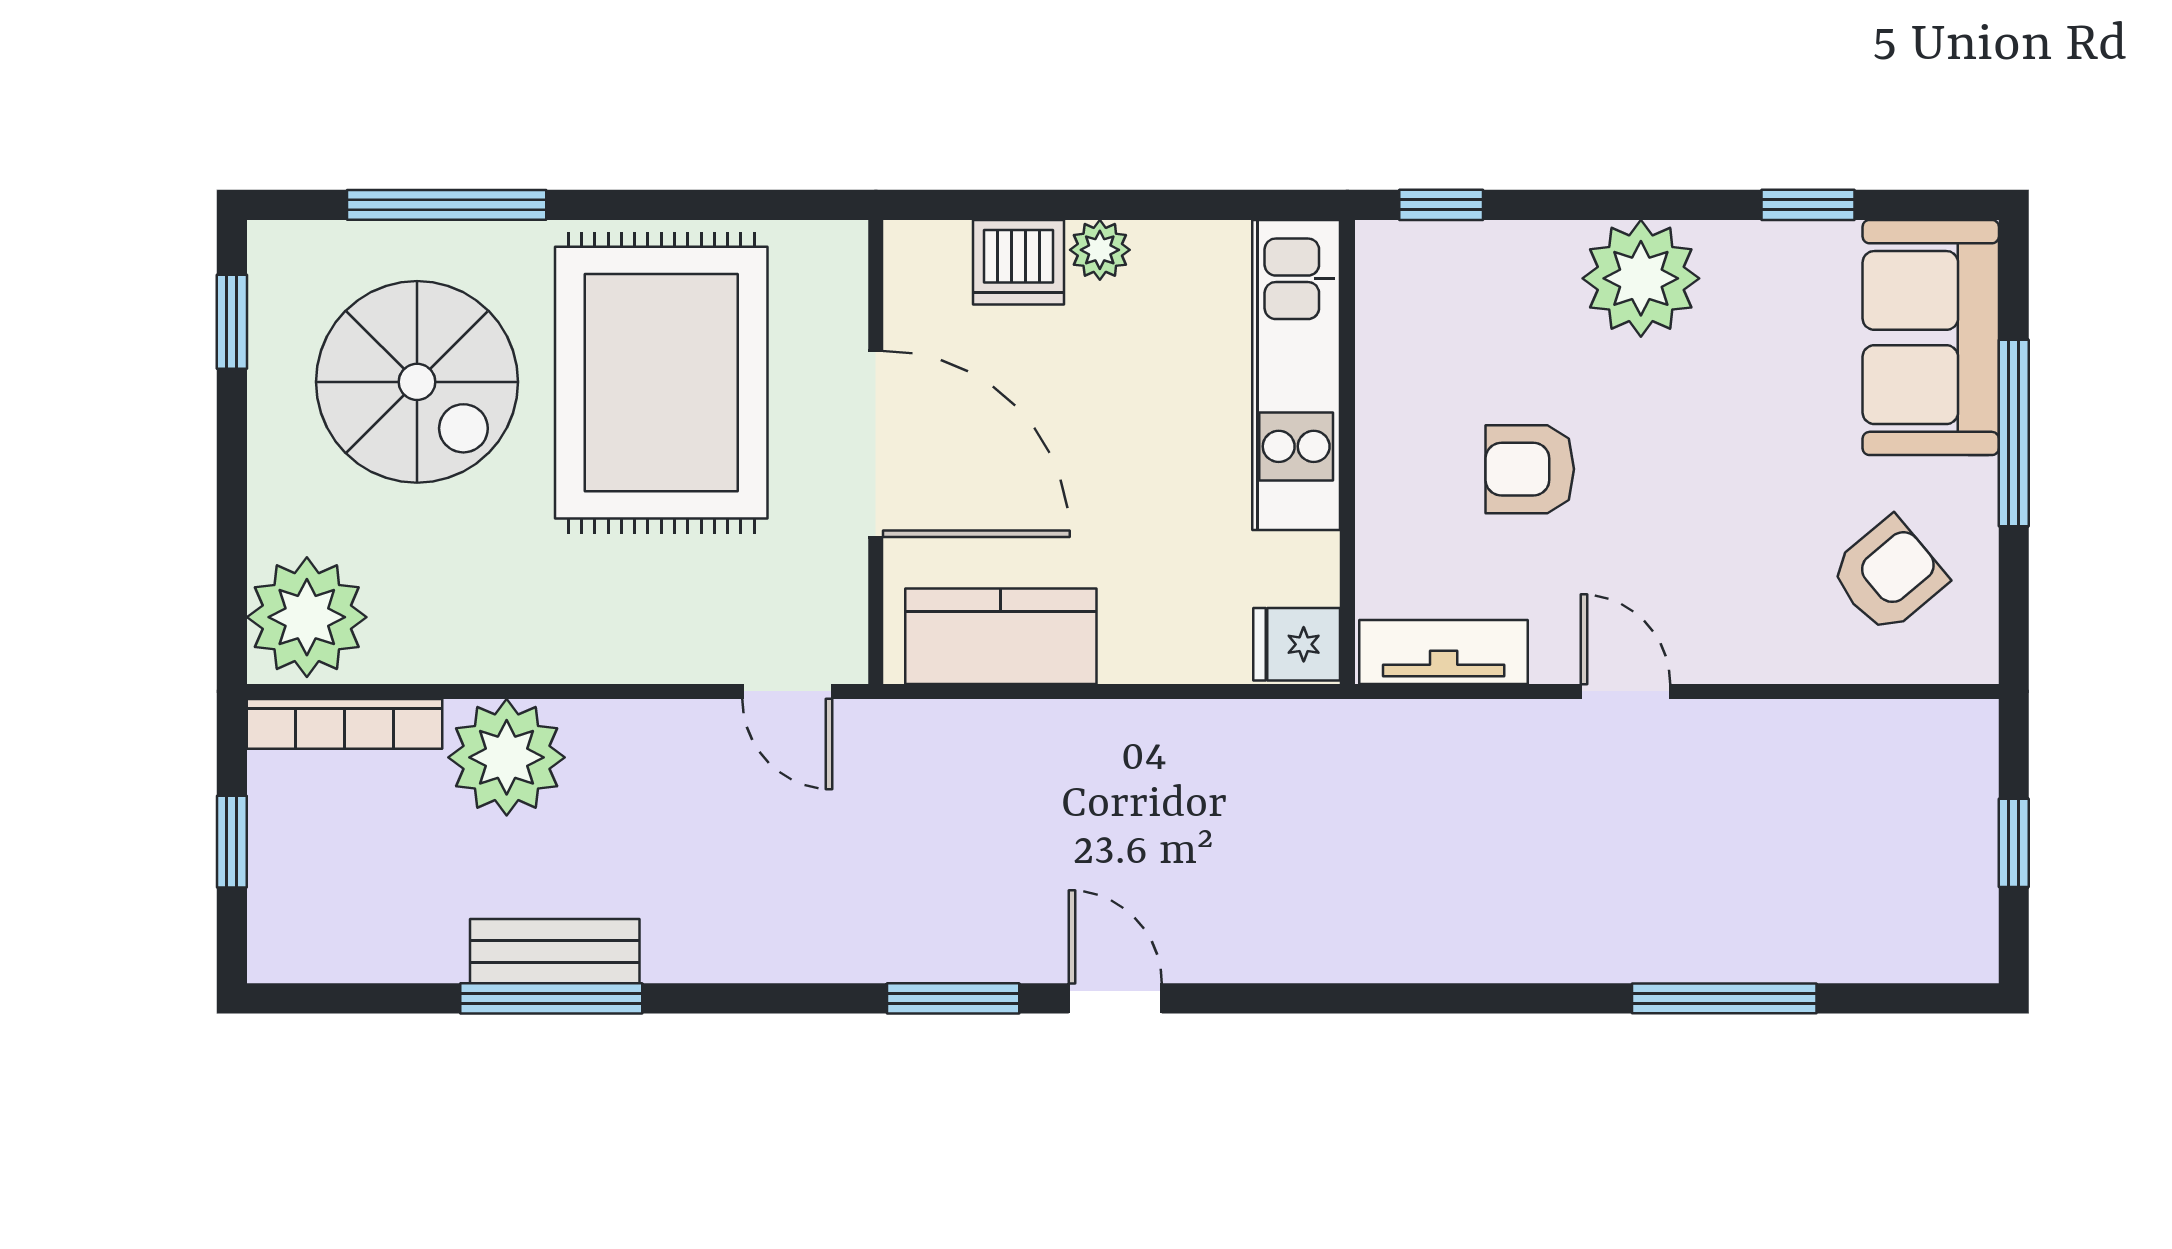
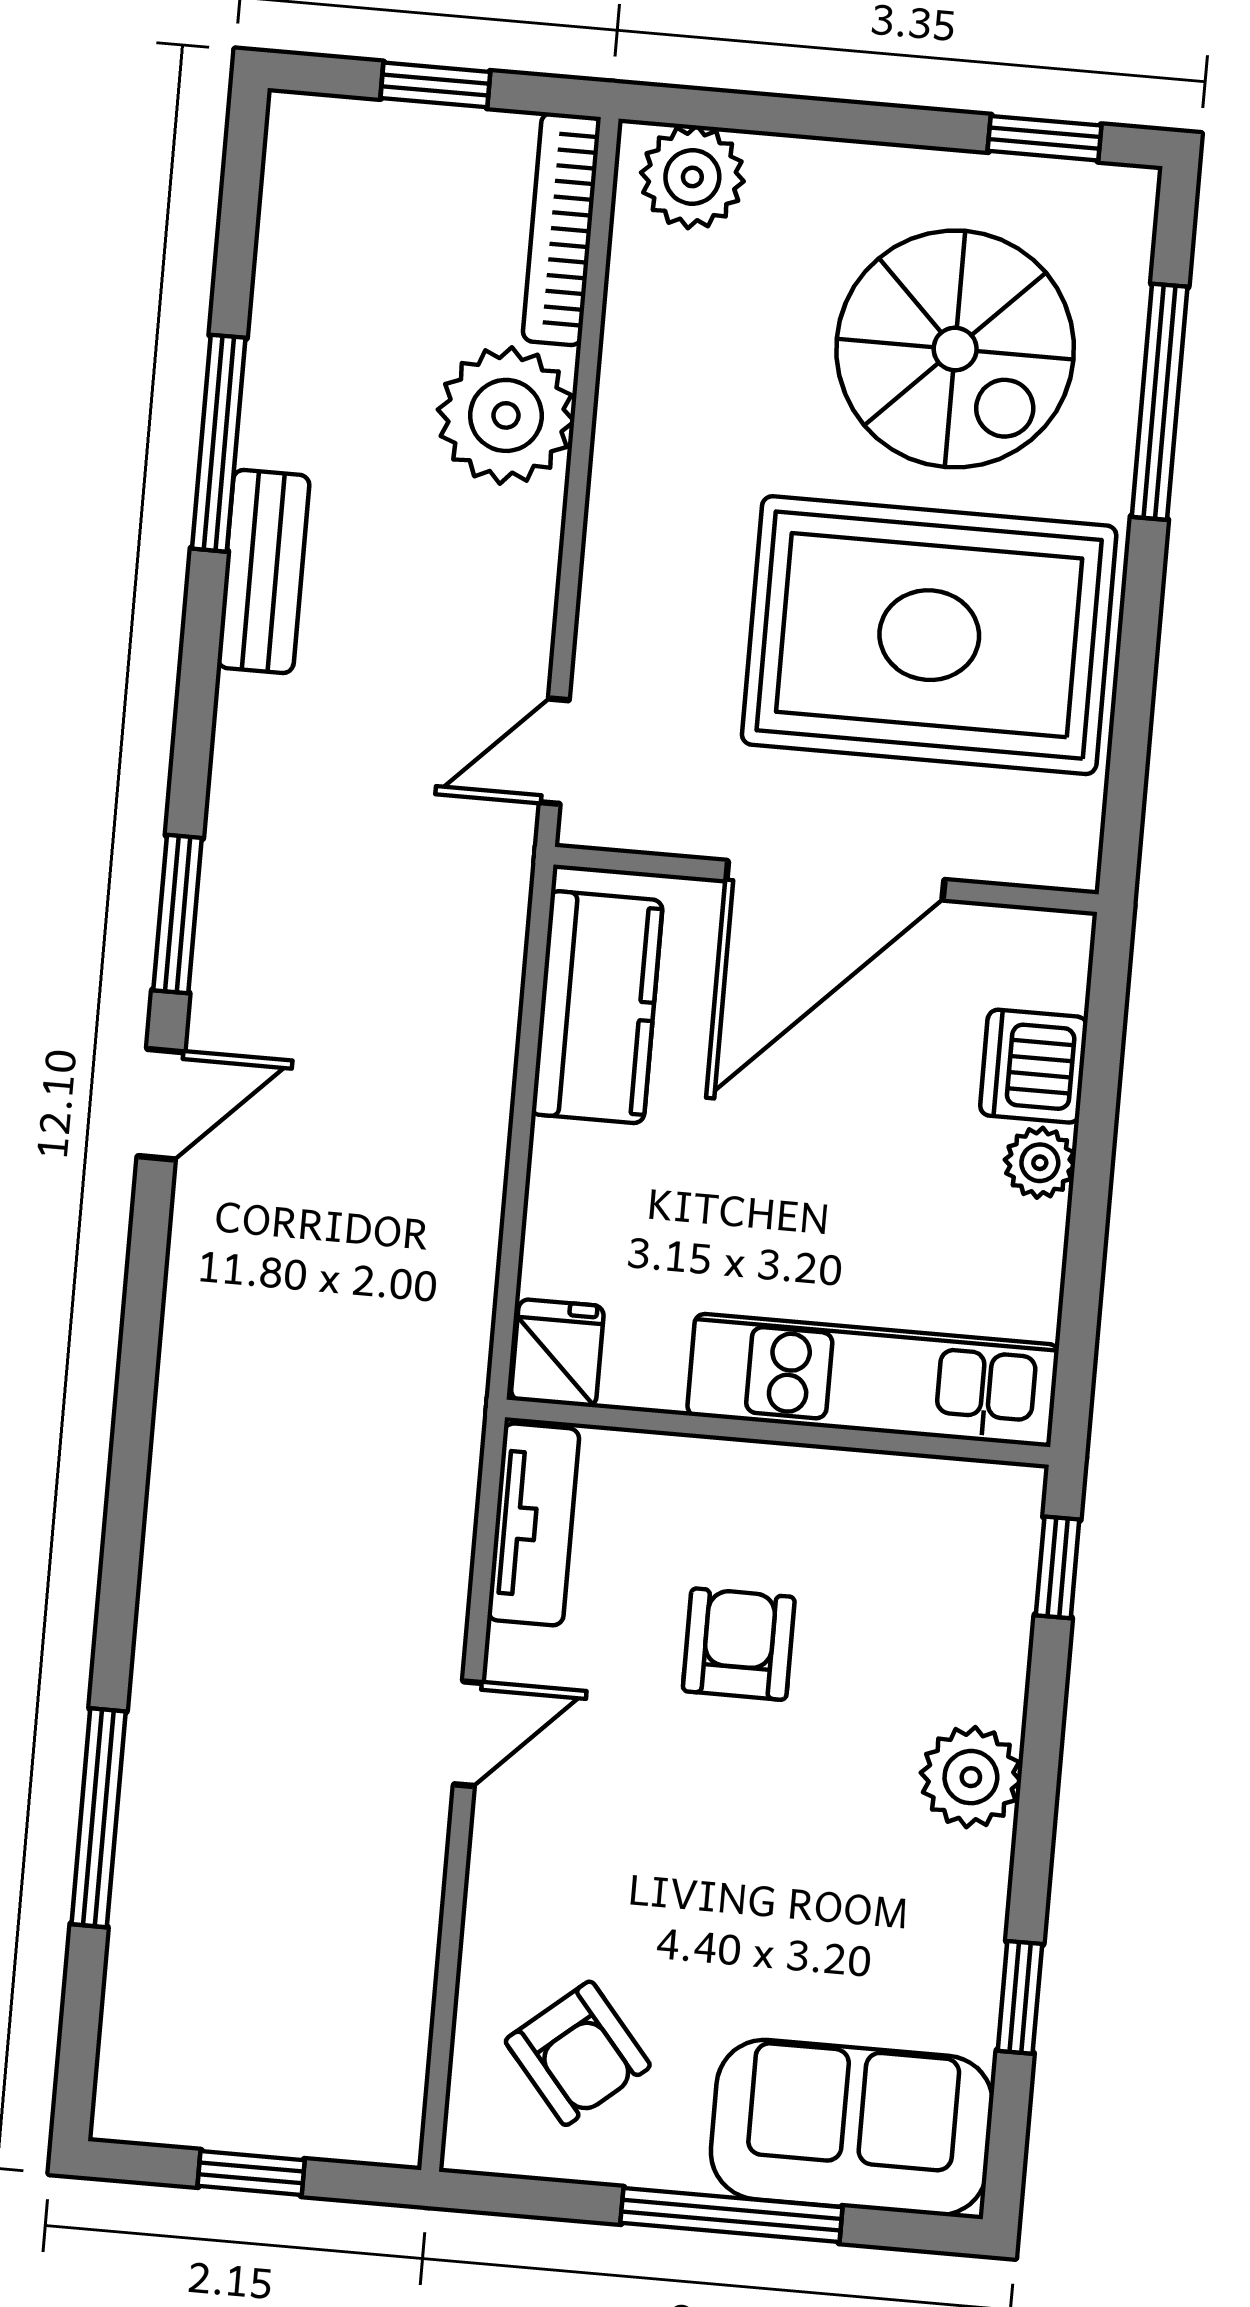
plant: (1641, 278) -> (971, 1777), width x0.73, depth x0.73
spiral stairs: (417, 382) -> (955, 349), turned -90
plant: (307, 617) -> (692, 177), width x0.73, depth x0.73
bench: (555, 951) -> (263, 571), moved

